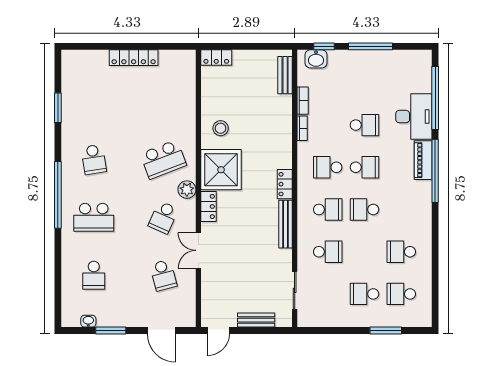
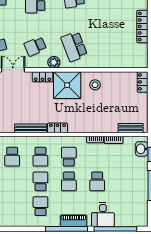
desk: (414, 117) -> (103, 215), width x0.73
school desk: (163, 217) -> (35, 46), turned -48
school desk: (401, 252) -> (40, 206), moved

